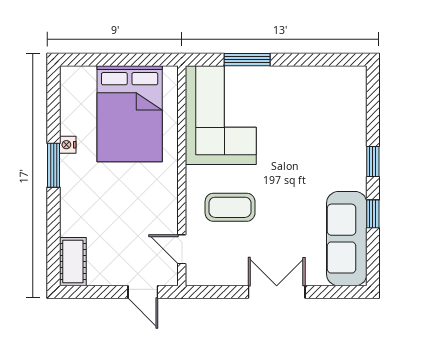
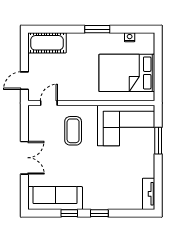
tv unit: (339, 76) -> (149, 194), added
nightstand: (68, 145) -> (130, 37), moved
cot: (73, 262) -> (47, 43), width x1.37, depth x1.34

